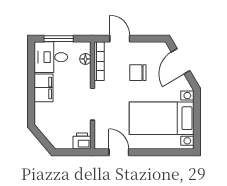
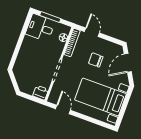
filing cabinet: (44, 88) -> (28, 47), removed

